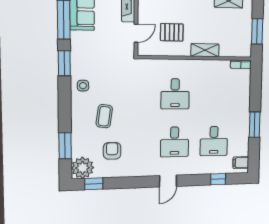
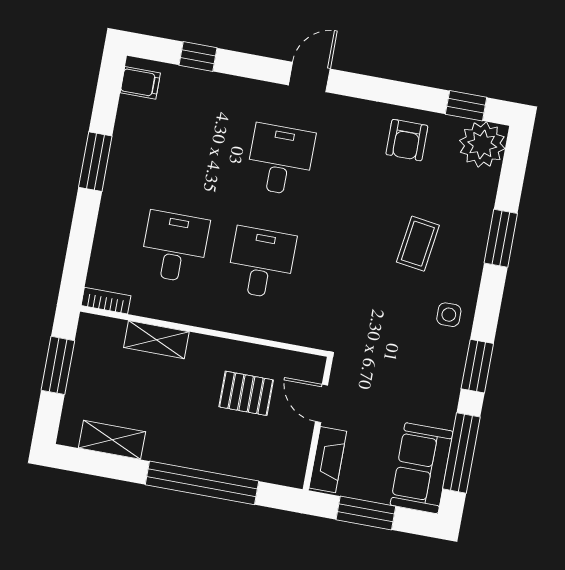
door: (136, 33) -> (321, 403), hinge flipped
shelving: (205, 50) -> (156, 340), moved
desk: (214, 141) -> (175, 247), moved
window: (65, 146) -> (501, 238), moved
armchair: (112, 151) -> (407, 140), moved

